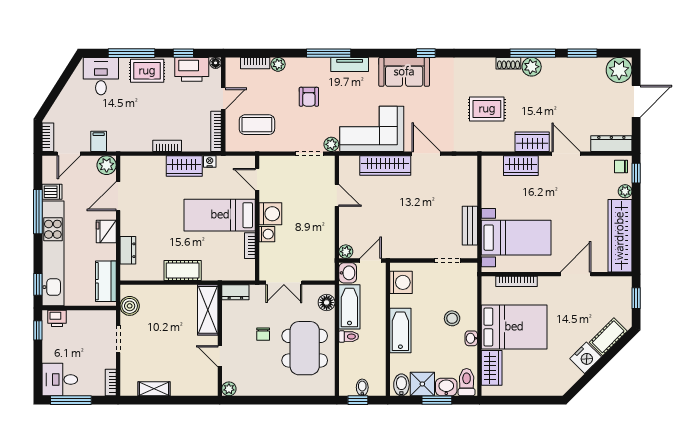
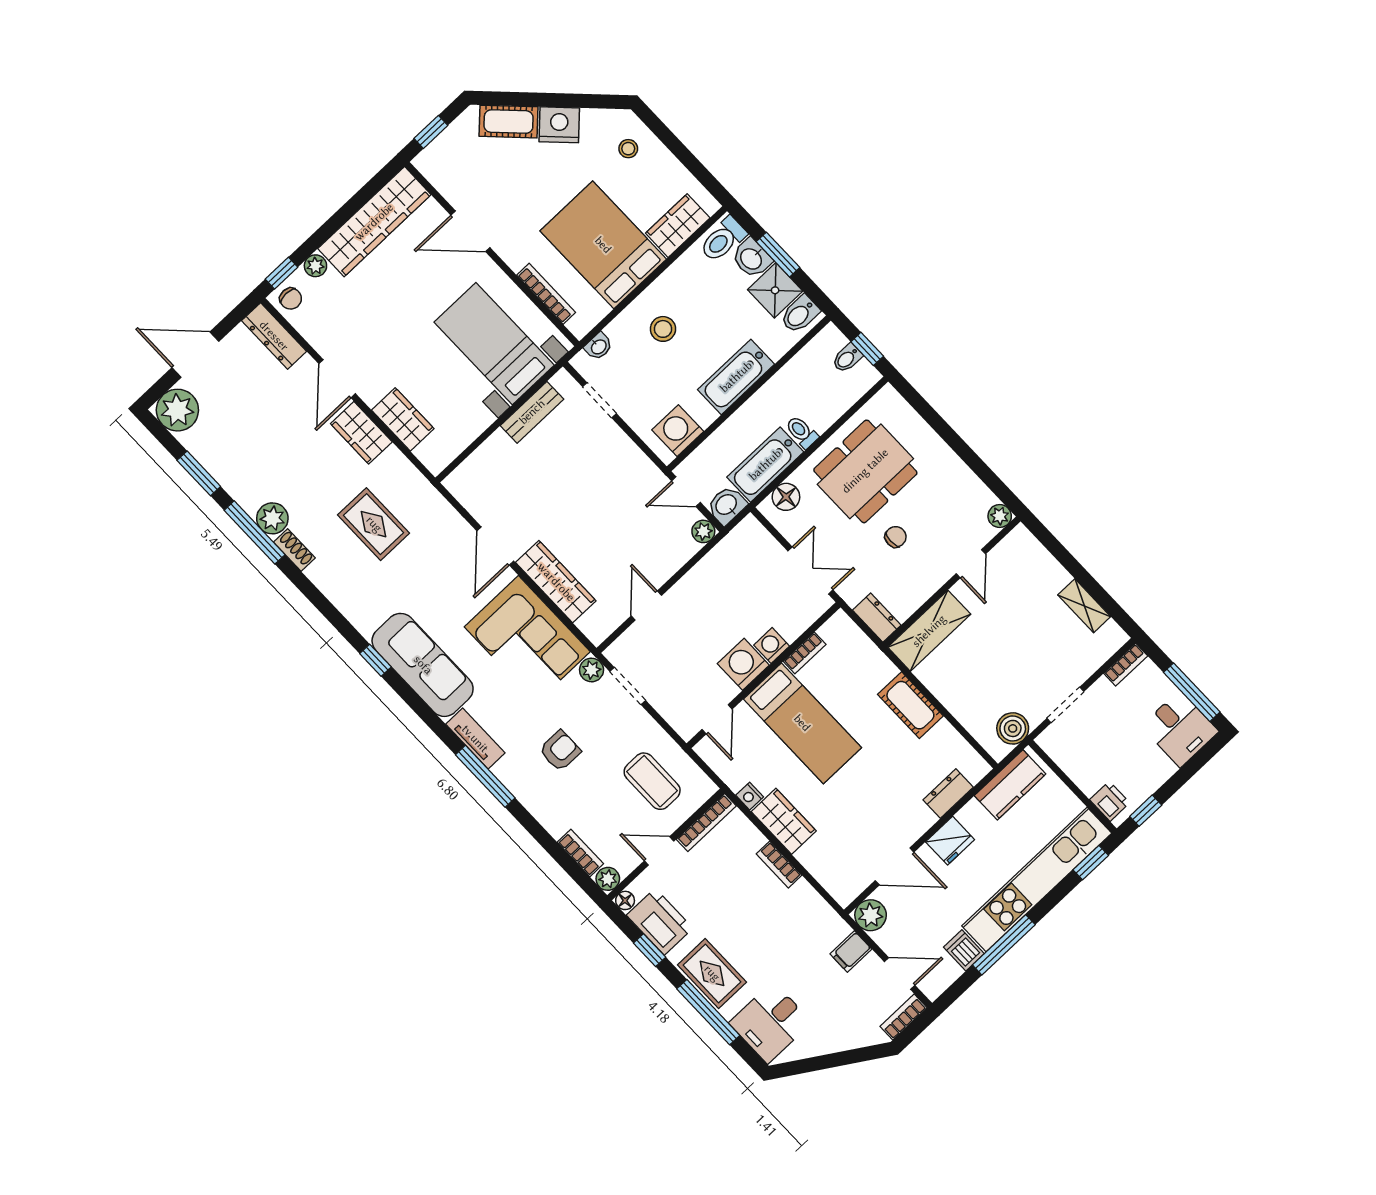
plant: (278, 64) -> (608, 879), moved
sofa: (404, 72) -> (423, 665), width x1.36
washbasin: (471, 338) -> (598, 346), moved
stool: (546, 378) -> (628, 149), added

